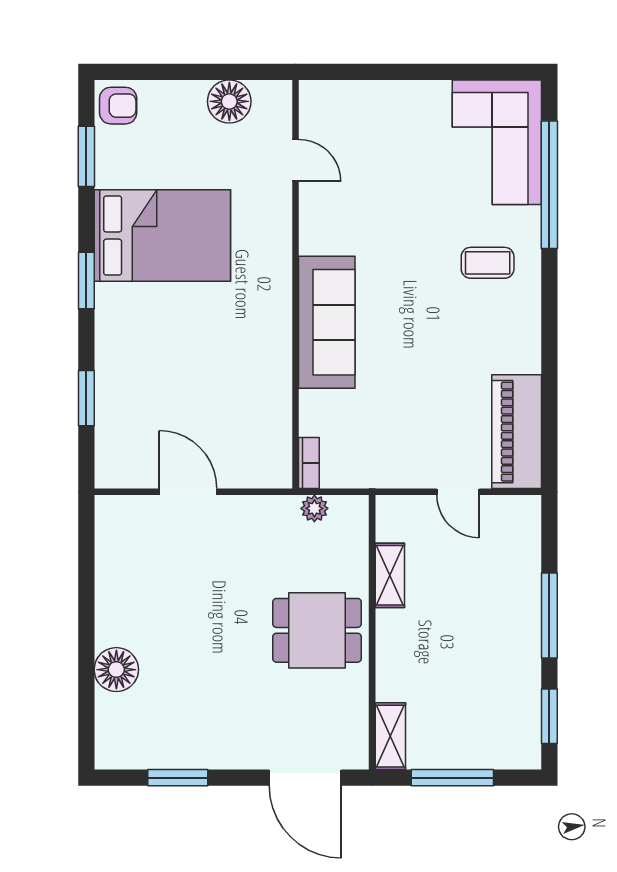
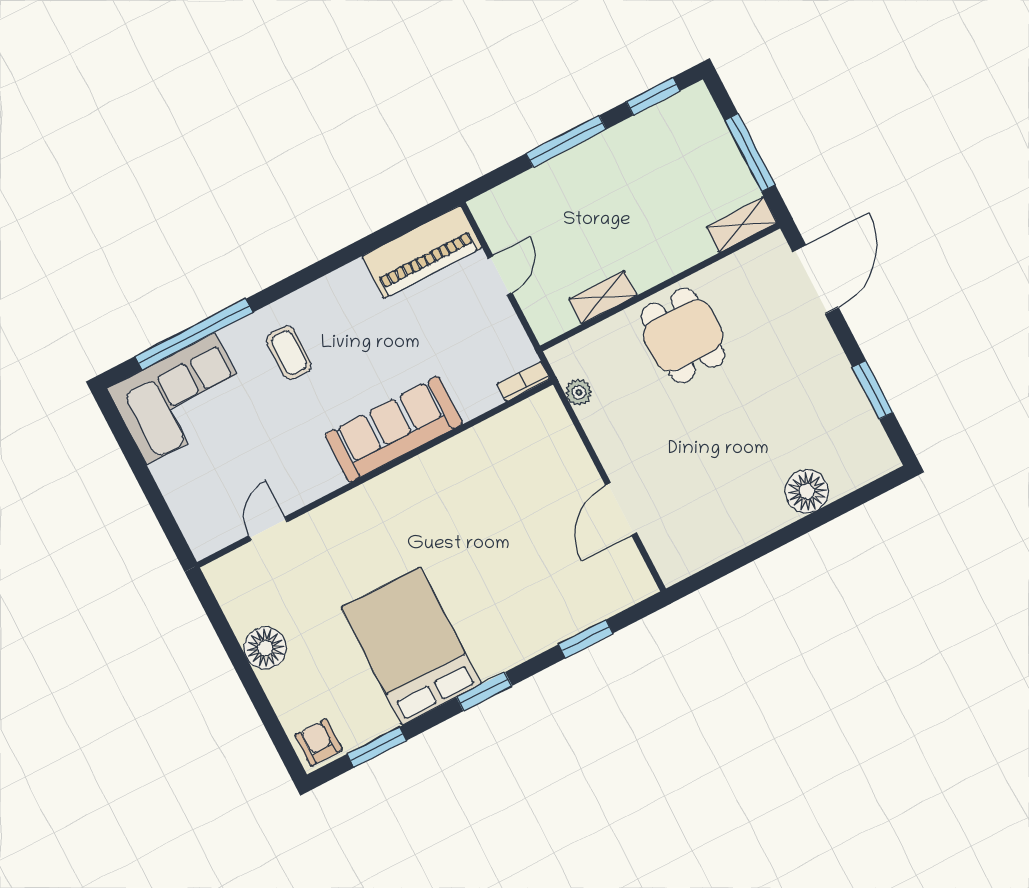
door: (295, 160) -> (268, 529), moved
wall: (295, 284) -> (375, 473), moved
sofa: (327, 322) -> (394, 429), moved
bookcase: (309, 463) -> (523, 382), moved

